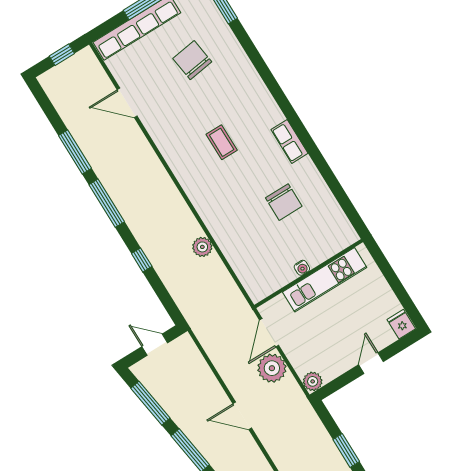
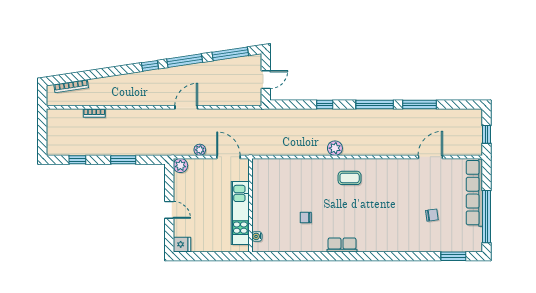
chair: (192, 60) -> (432, 215), width x0.54, depth x0.54
coffee table: (222, 142) -> (350, 178), moved
chair: (284, 202) -> (306, 218), width x0.54, depth x0.54
plant: (202, 247) -> (335, 148), moved
water cooler: (302, 268) -> (257, 236), moved
plant: (272, 368) -> (200, 150), width x0.53, depth x0.53

